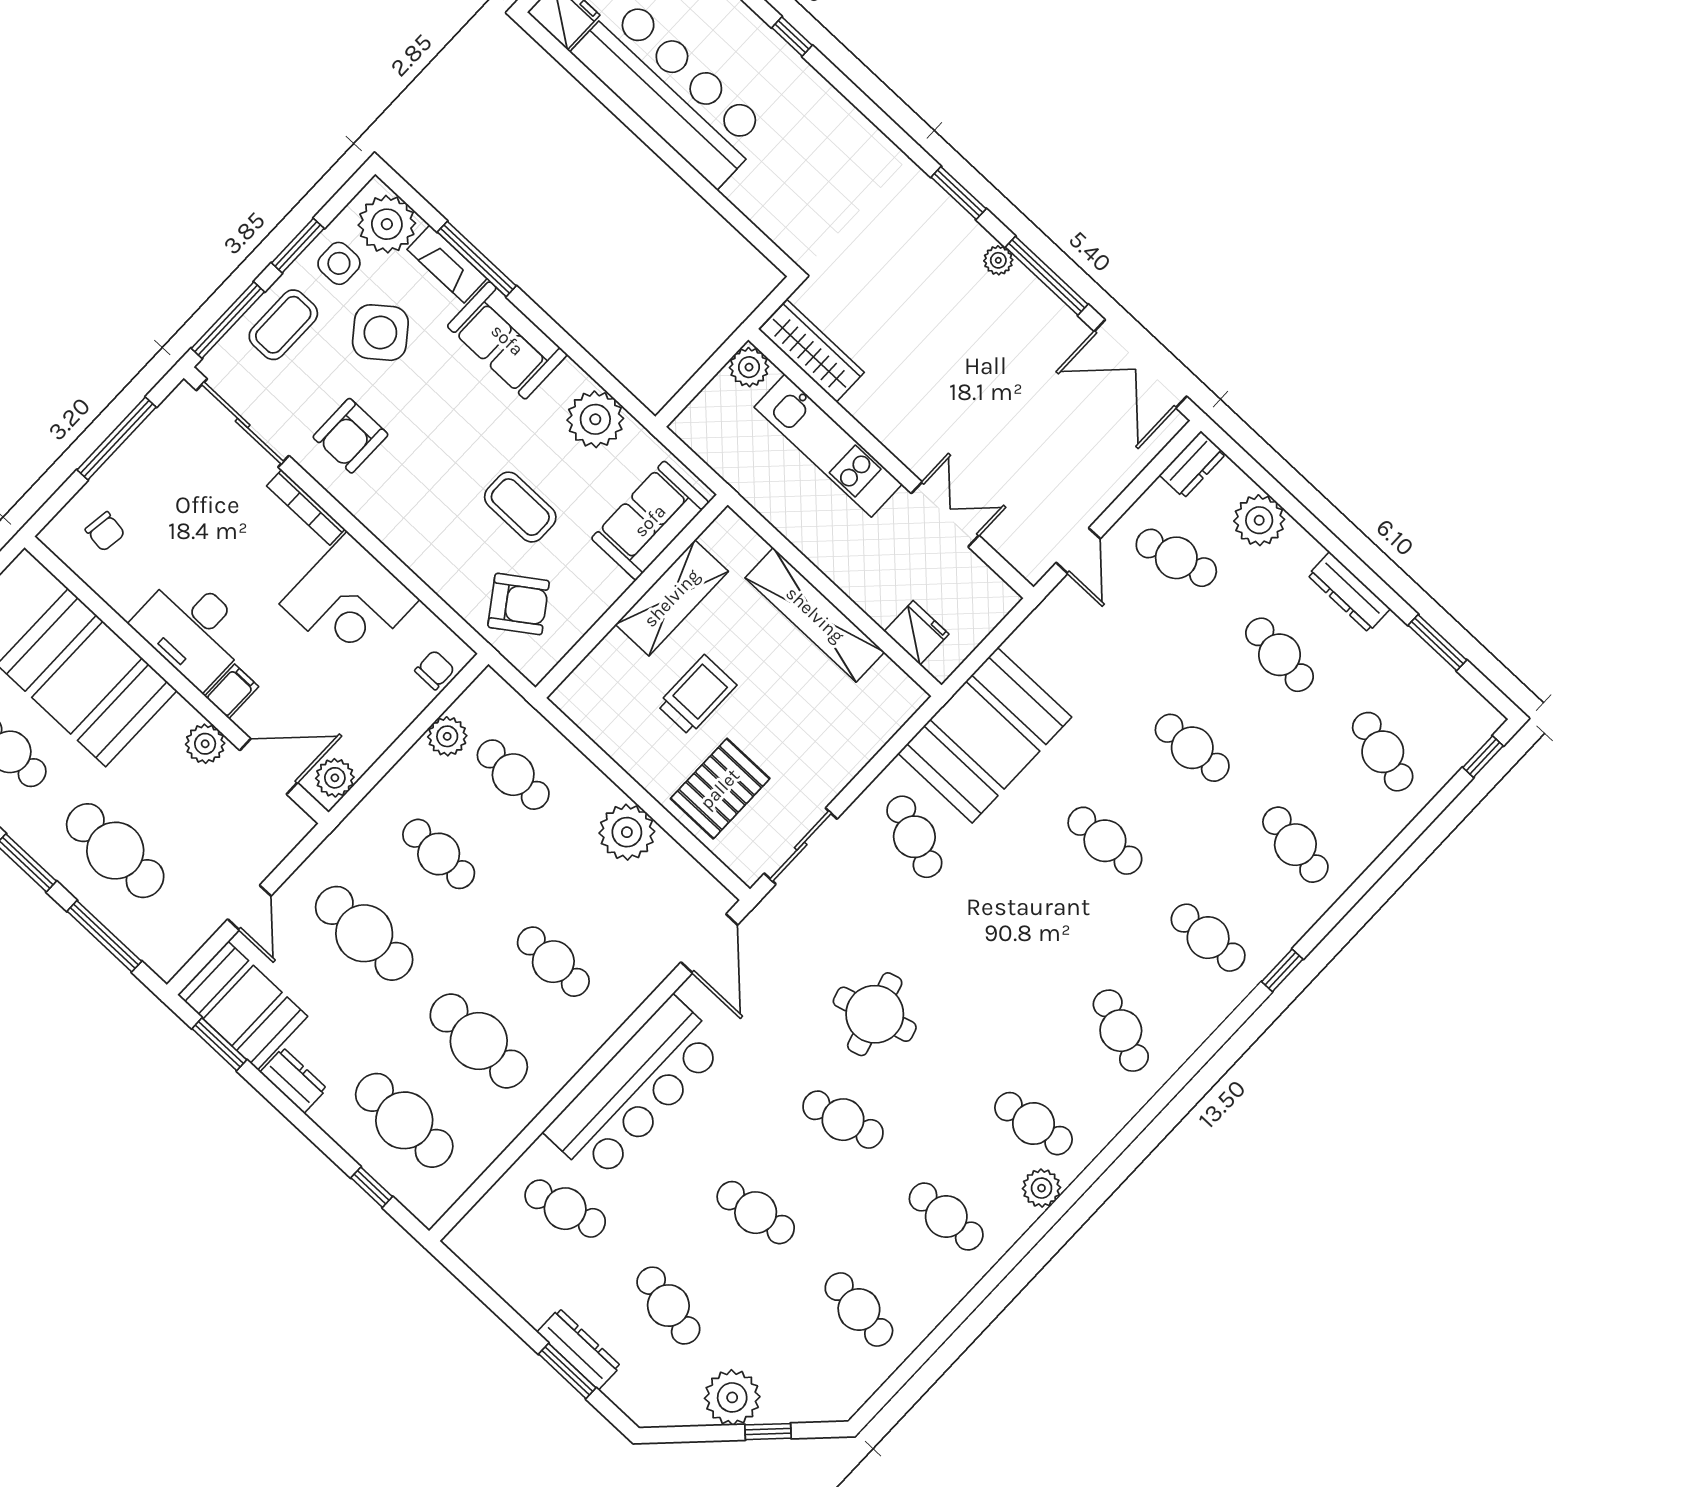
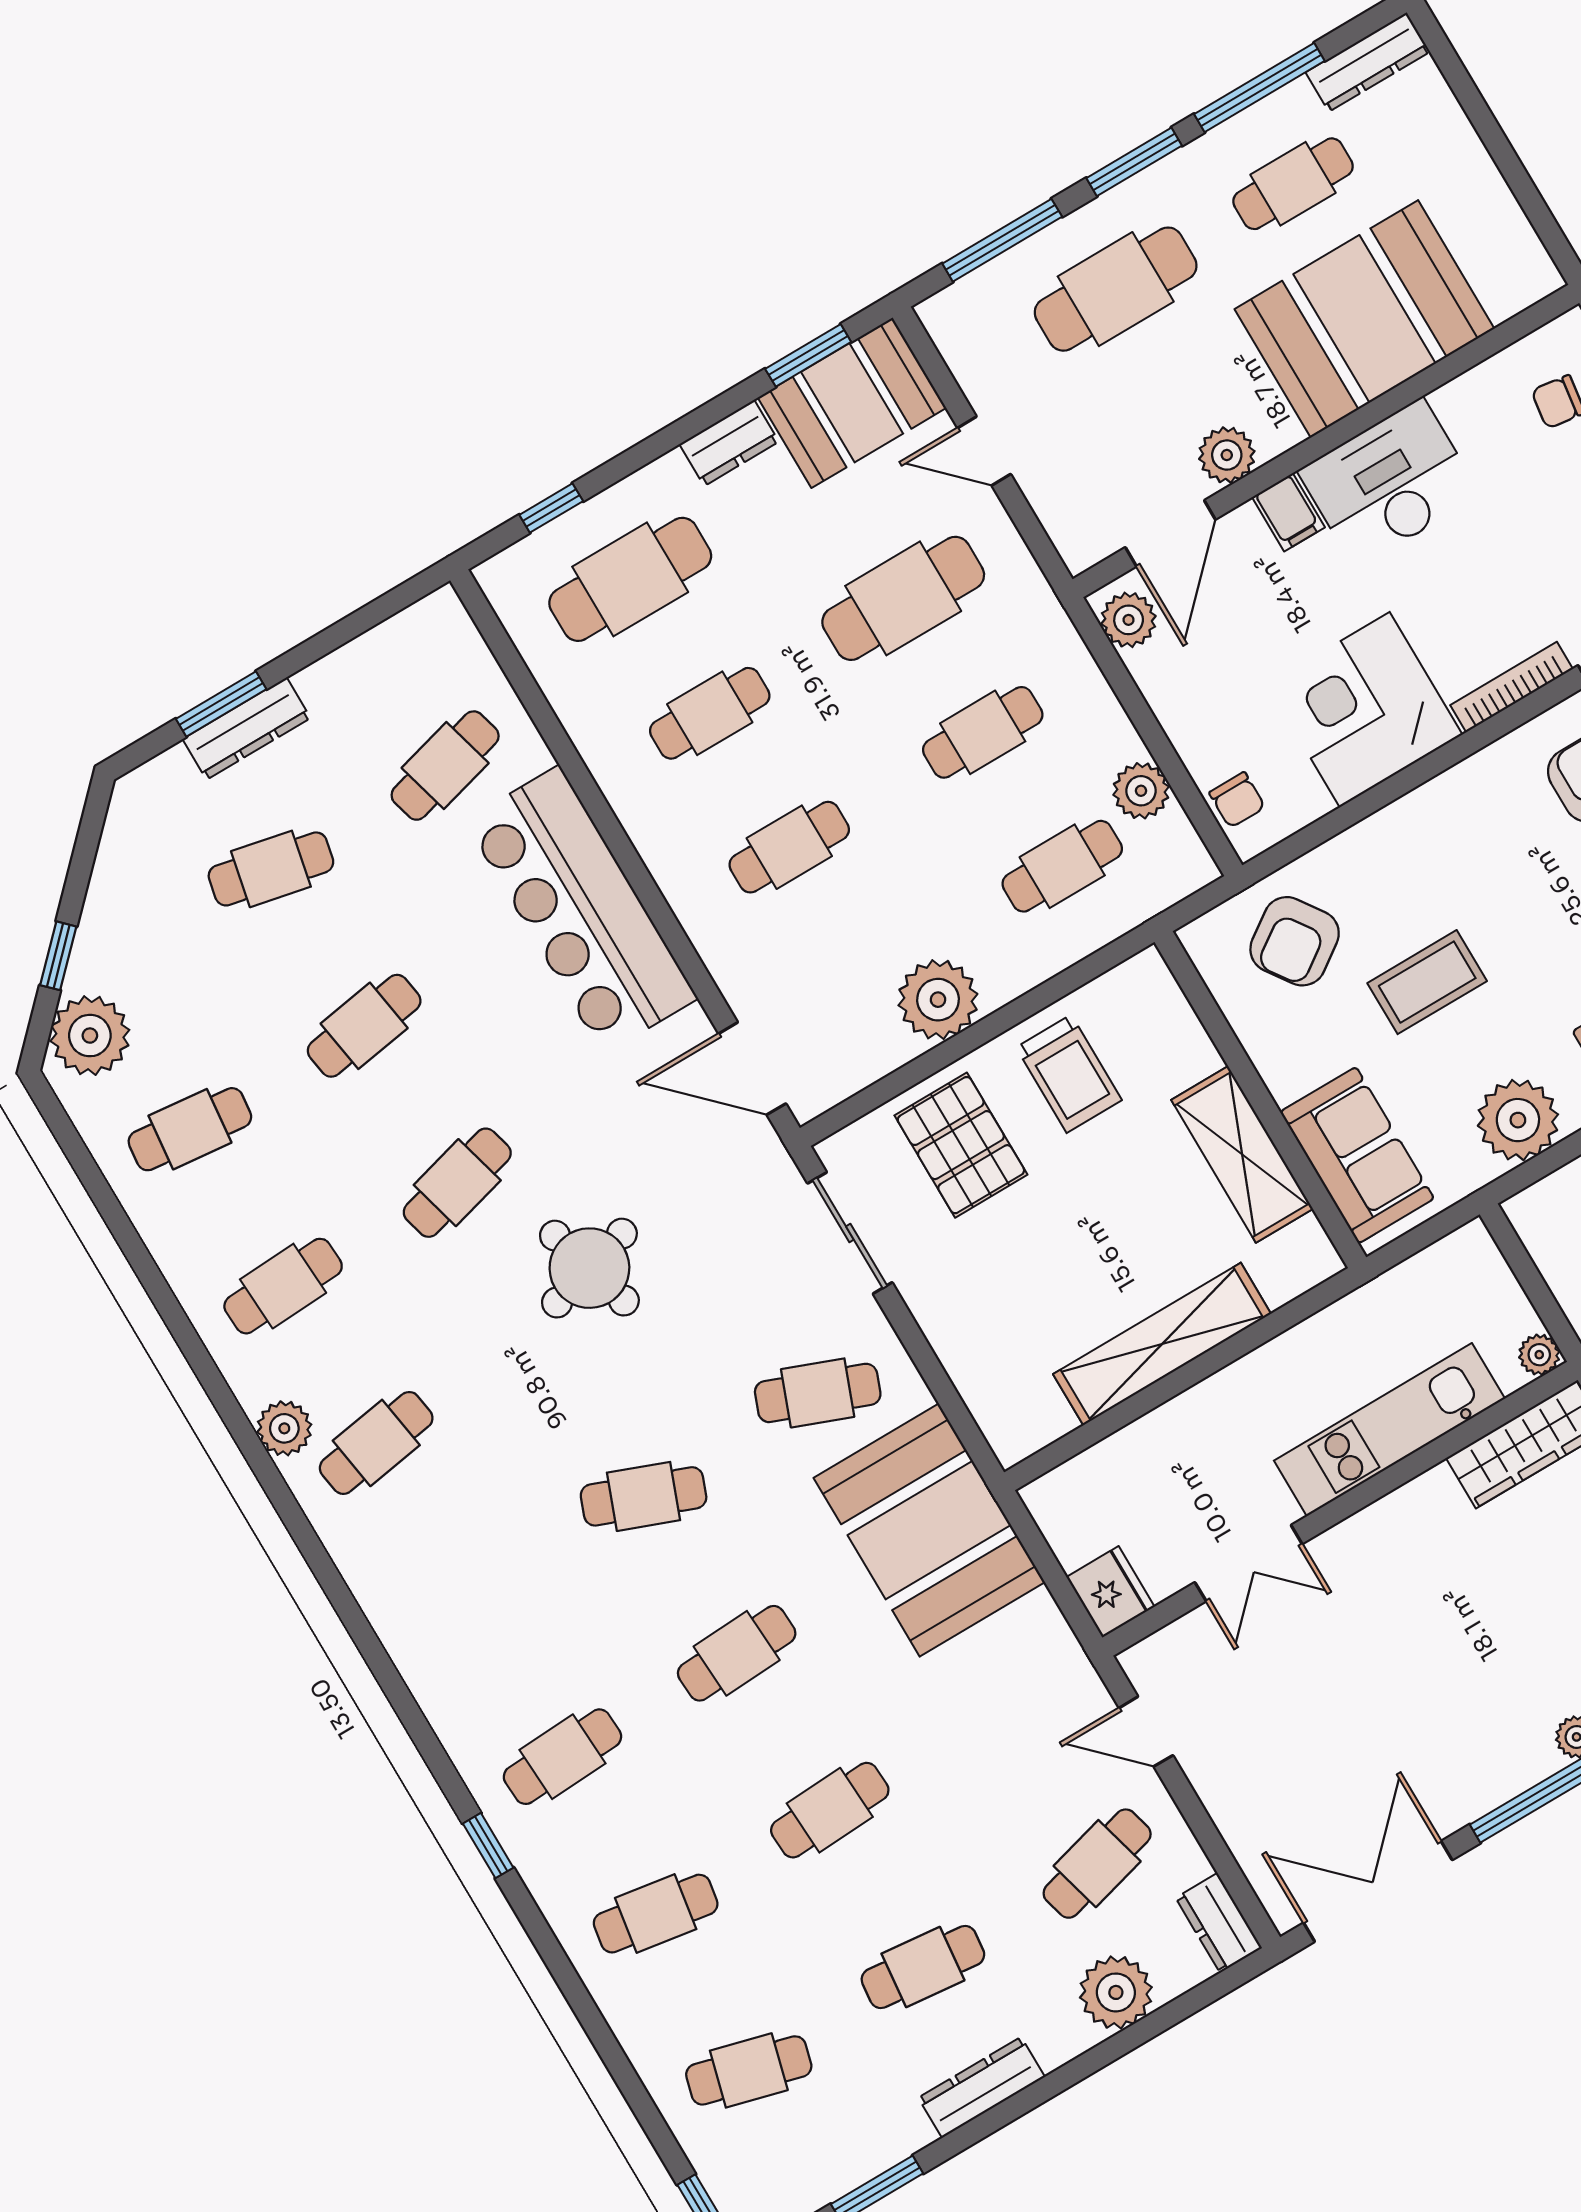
plant: (749, 367) -> (1539, 1355), width x0.73, depth x0.73
fridge: (917, 633) -> (1110, 1592), moved, turned -90
trolley: (697, 695) -> (1069, 1074), moved
cafe table: (1121, 1031) -> (644, 1496), moved
cafe table: (479, 1041) -> (710, 713), width x0.73, depth x0.74
plant: (732, 1397) -> (90, 1036), moved

